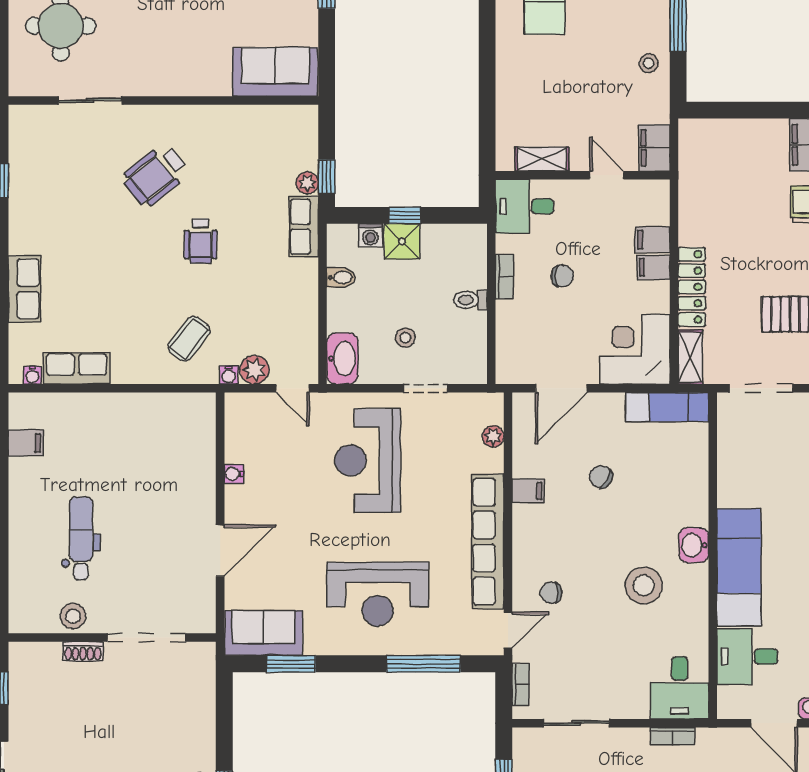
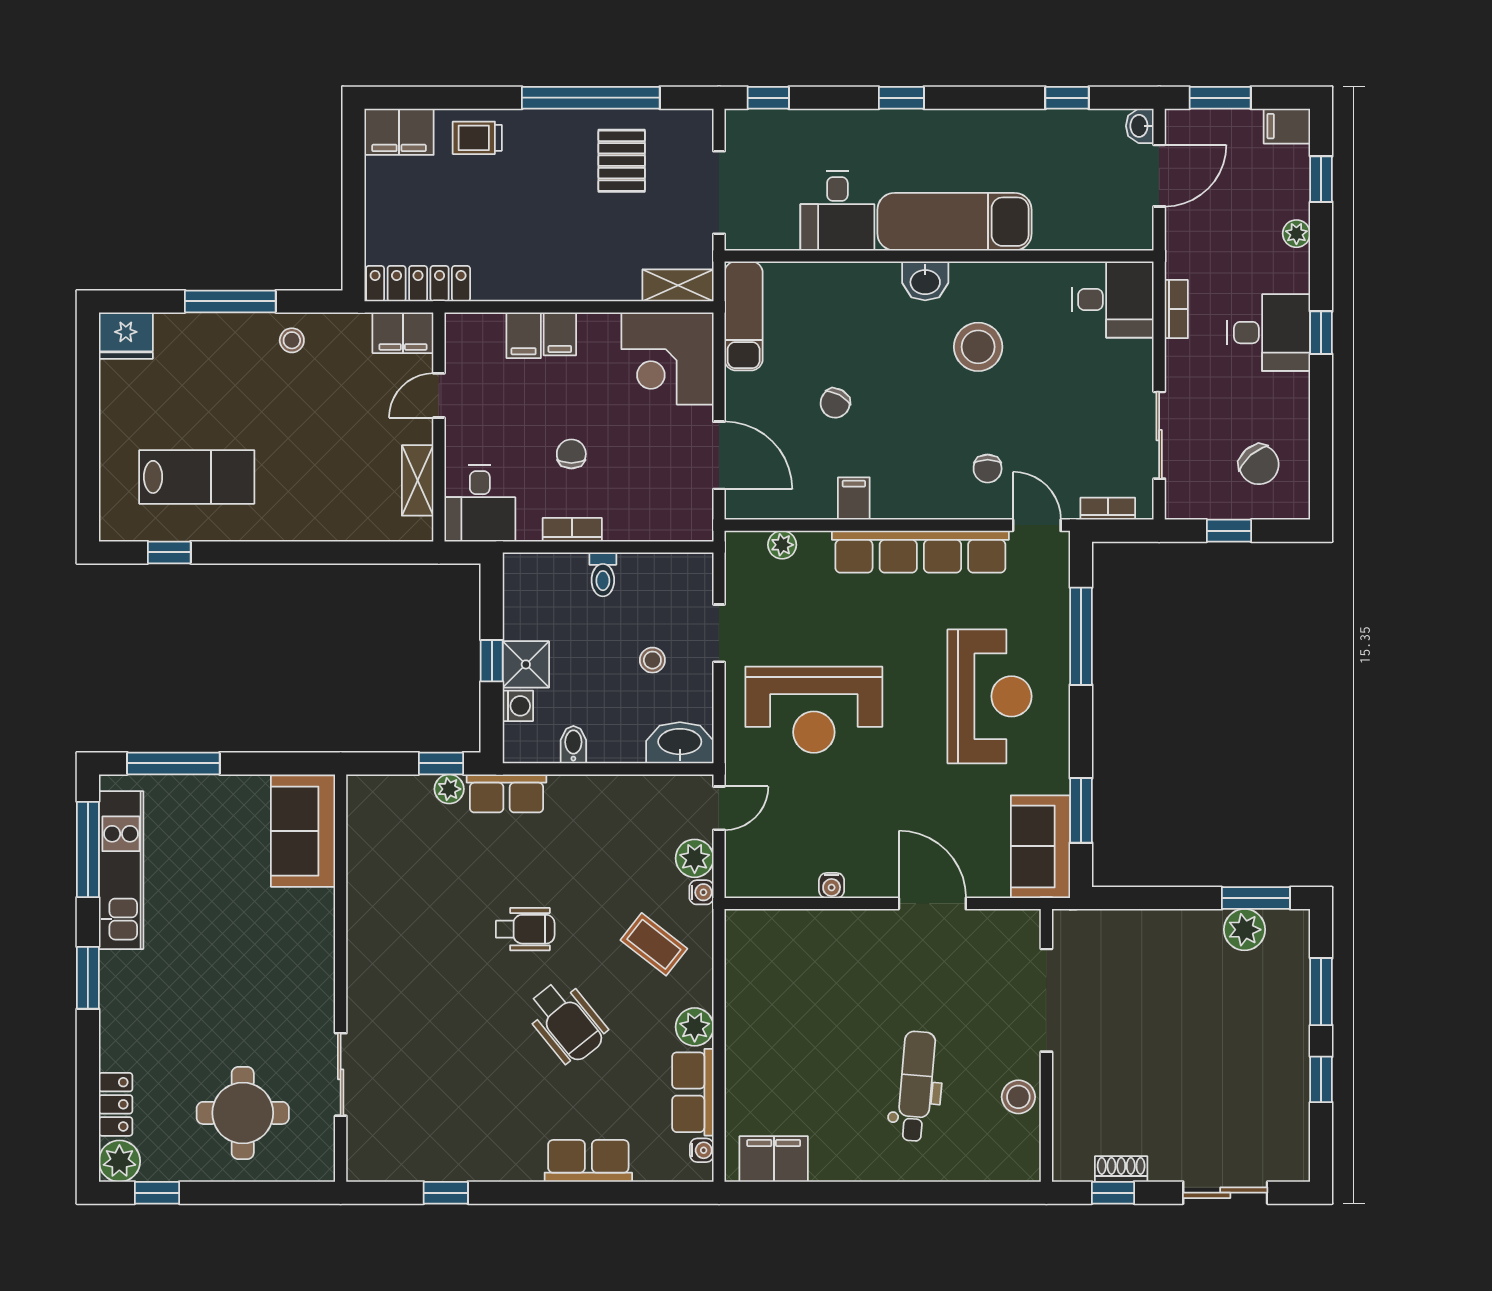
wheelchair: (156, 175) -> (567, 1022), moved
locker: (692, 287) -> (418, 284), moved
plant: (126, 370) -> (695, 1027), added
filing cabinet: (26, 443) -> (774, 1159), width x2.00
dental chair: (81, 538) -> (916, 1086), turned 95
shoe rack: (83, 651) -> (1121, 1169), moved, turned -90
desk: (747, 657) -> (837, 211), moved

